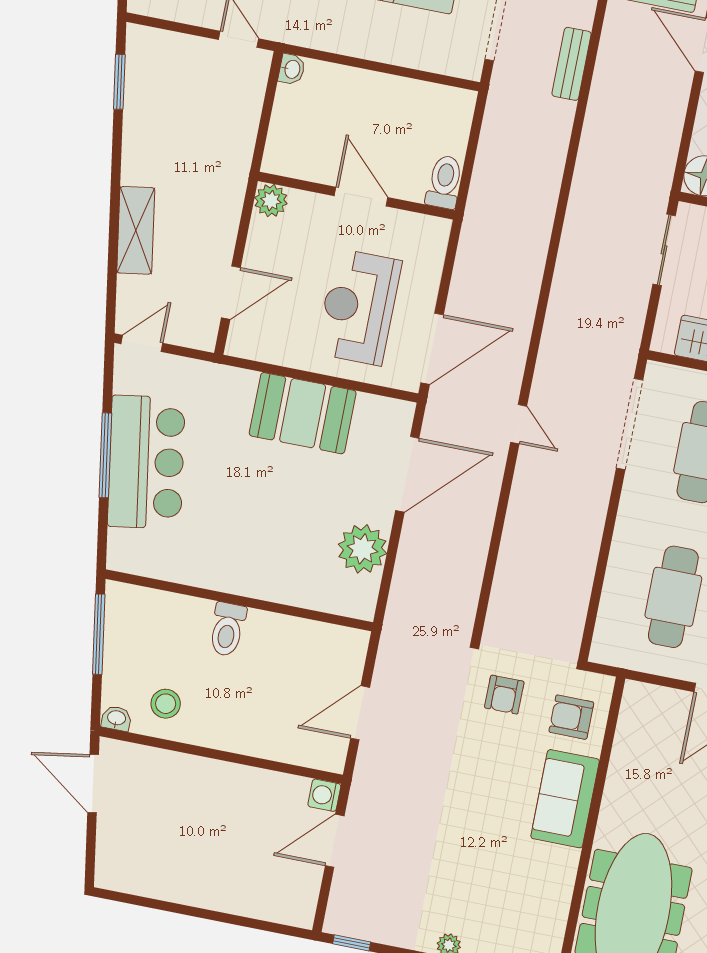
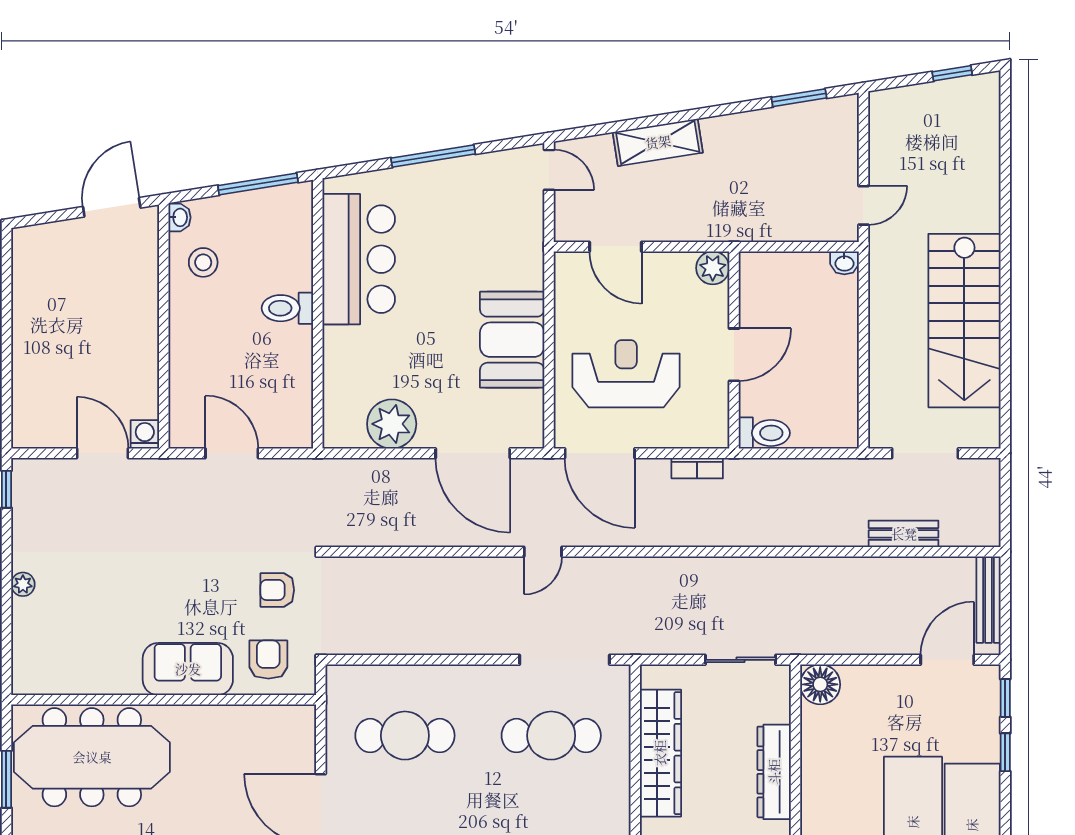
bookcase: (466, 255) -> (697, 468), added
bar counter: (146, 462) -> (359, 259), moved, turned -81

